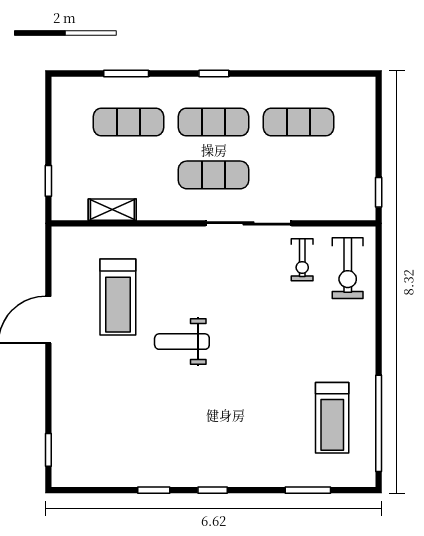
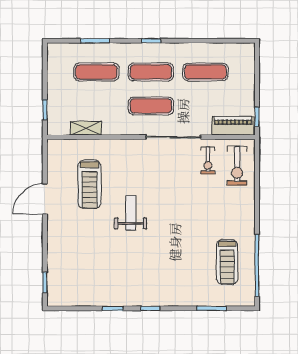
piano: (341, 206) -> (233, 126), added
weight bench: (182, 342) -> (131, 213), turned 90

